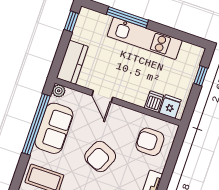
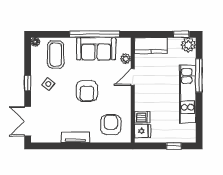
plant: (87, 17) -> (188, 45), added
plant: (59, 91) -> (126, 59), moved
armchair: (100, 157) -> (87, 91), turned -114

